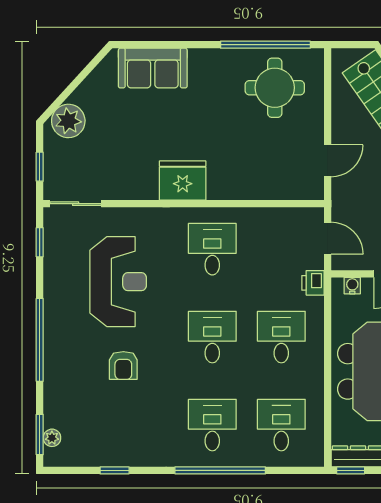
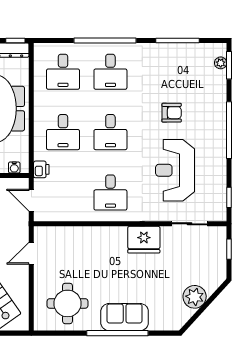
window: (265, 45) -> (117, 333), moved
sofa: (153, 68) -> (125, 317), moved
plant: (68, 121) -> (195, 297), moved
fridge: (183, 181) -> (144, 240), moved
sliding door: (76, 204) -> (190, 224), moved
armchair: (123, 365) -> (172, 113), turned 90
window: (115, 470) -> (178, 40), width x2.17

